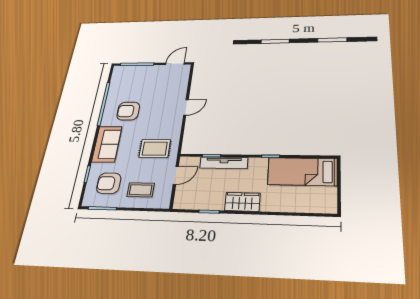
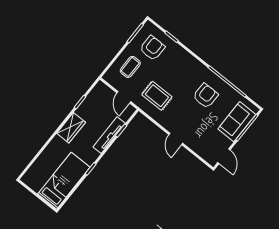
sofa: (107, 144) -> (237, 122), moved, turned 90
rug: (155, 149) -> (157, 96), turned 90

